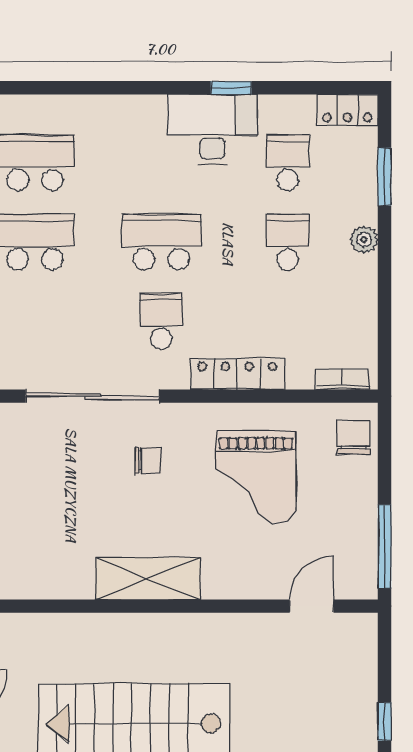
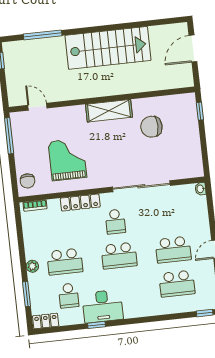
school desk: (288, 242) -> (65, 262), width x1.85
chair: (148, 460) -> (151, 127), moved, width x1.87, depth x1.87
door: (312, 606) -> (37, 107), swing flipped

